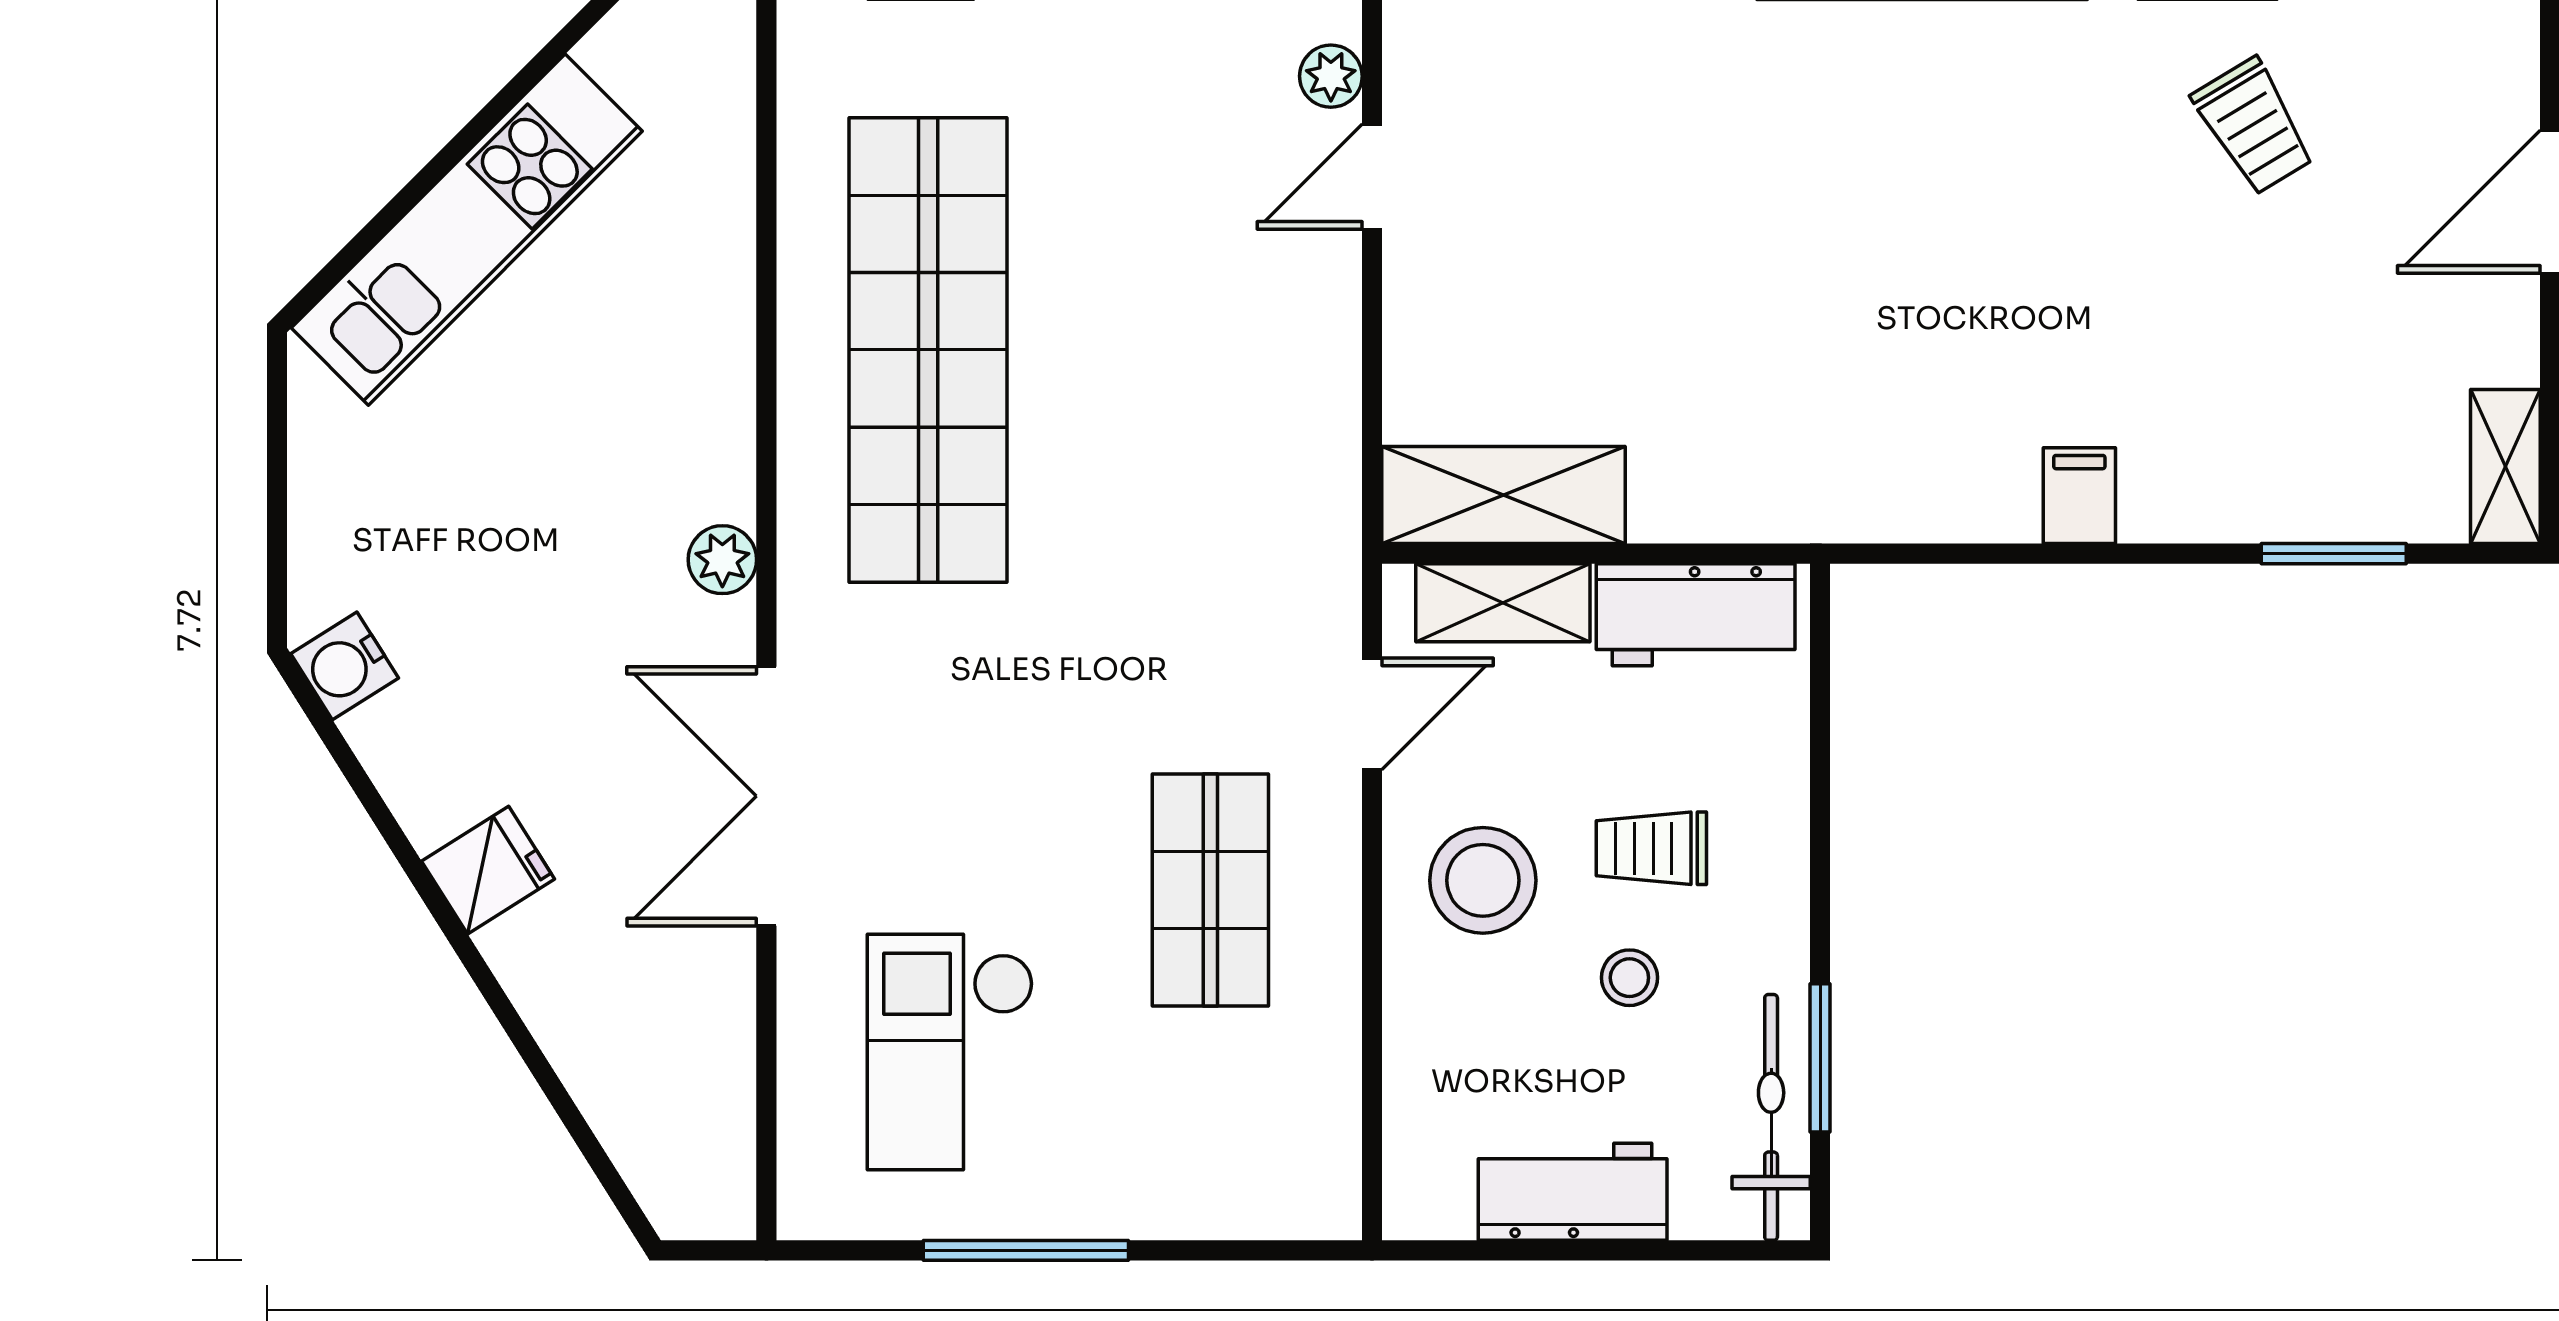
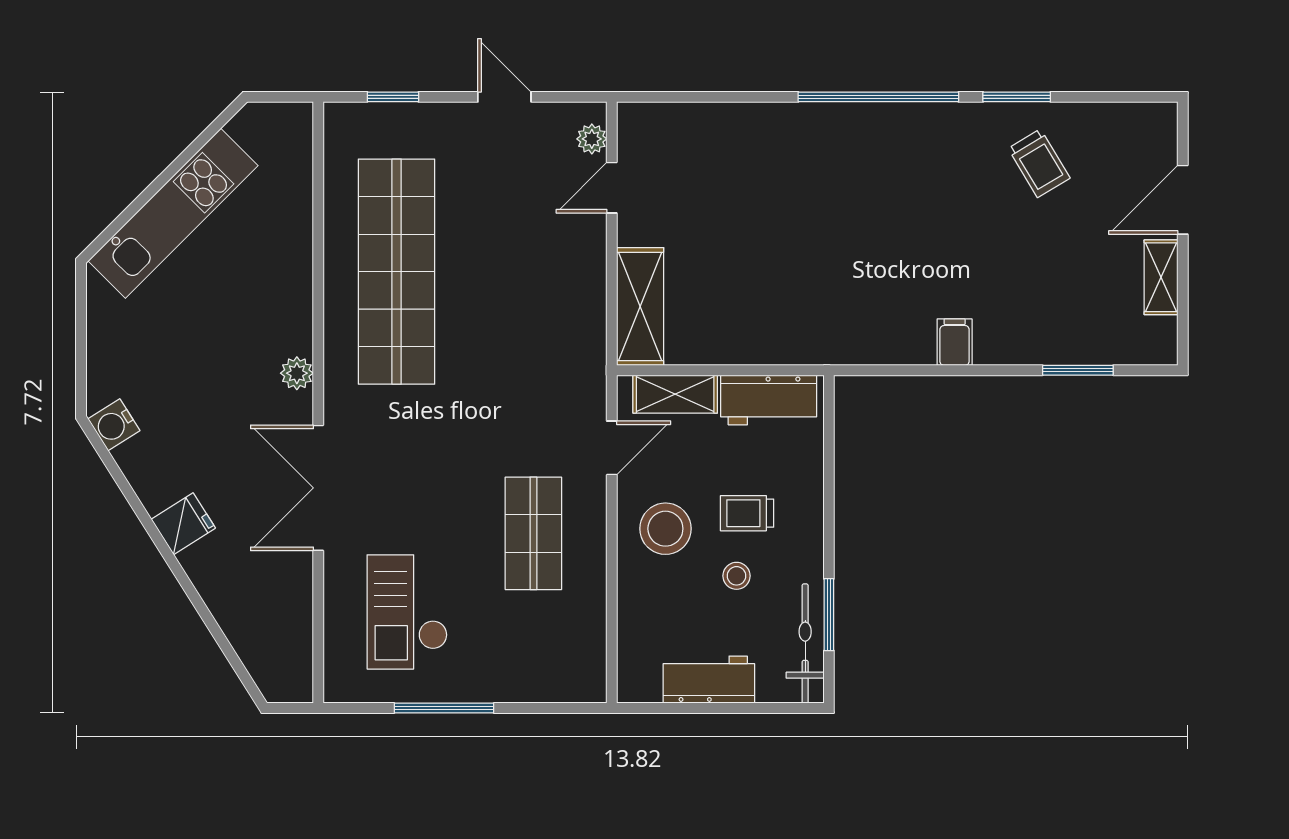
shelving: (2505, 466) -> (1161, 277), moved
shelving: (1504, 495) -> (640, 307), moved, turned 90

